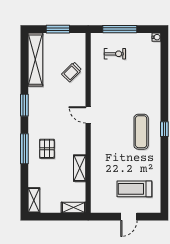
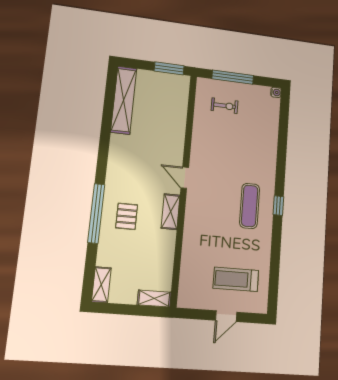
window: (58, 29) -> (169, 68), moved
trolley: (72, 72) -> (169, 121), removed
window: (24, 105) -> (103, 156), removed
window: (24, 149) -> (96, 213), width x1.46
shelving: (80, 168) -> (171, 212), moved

